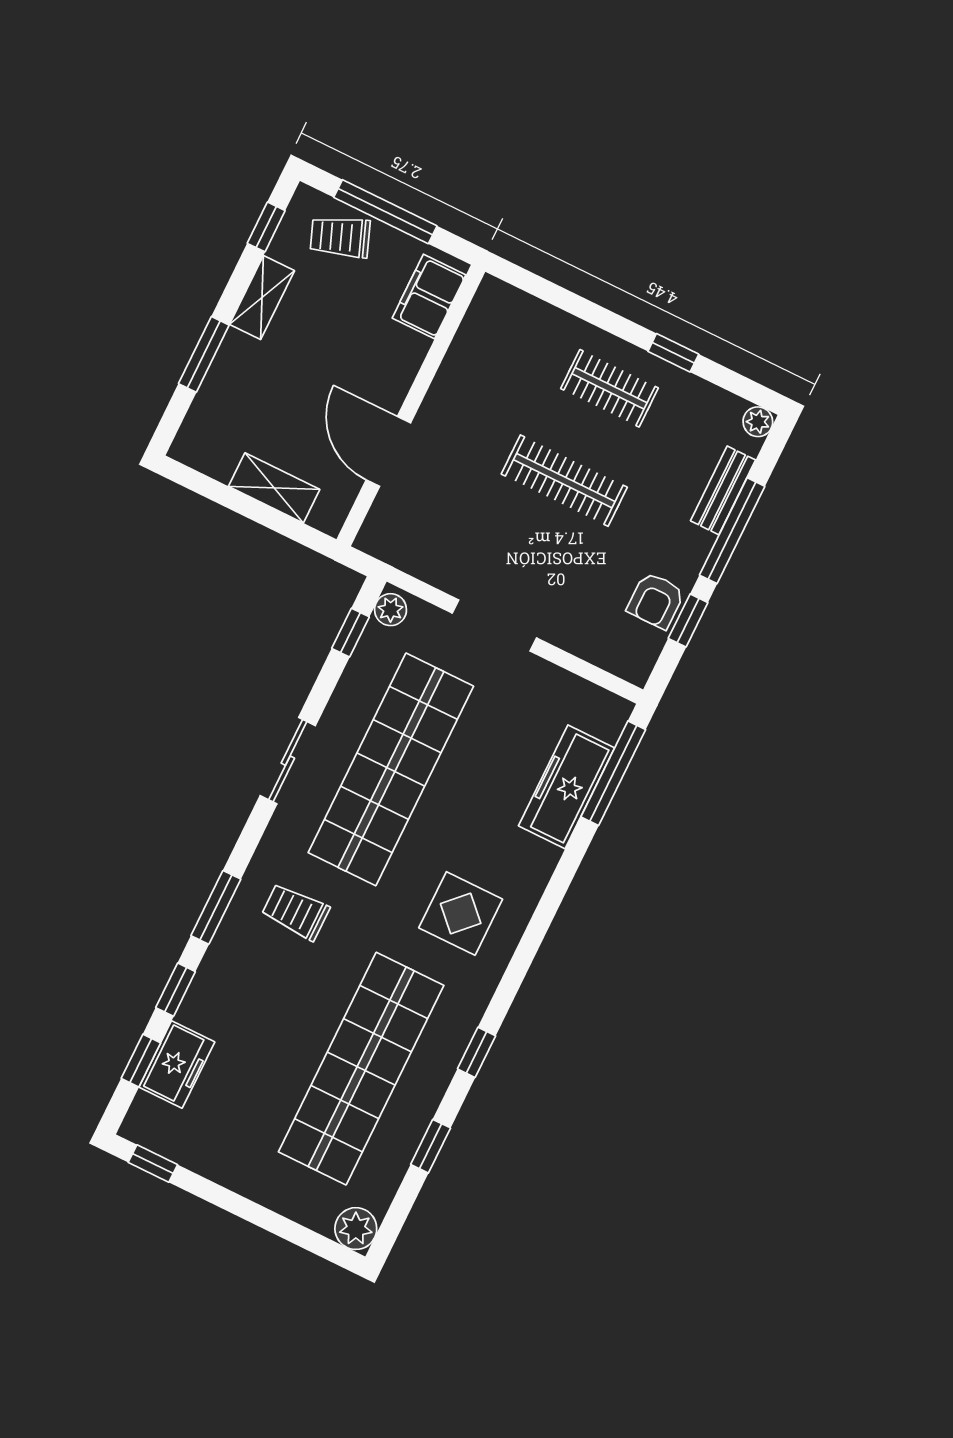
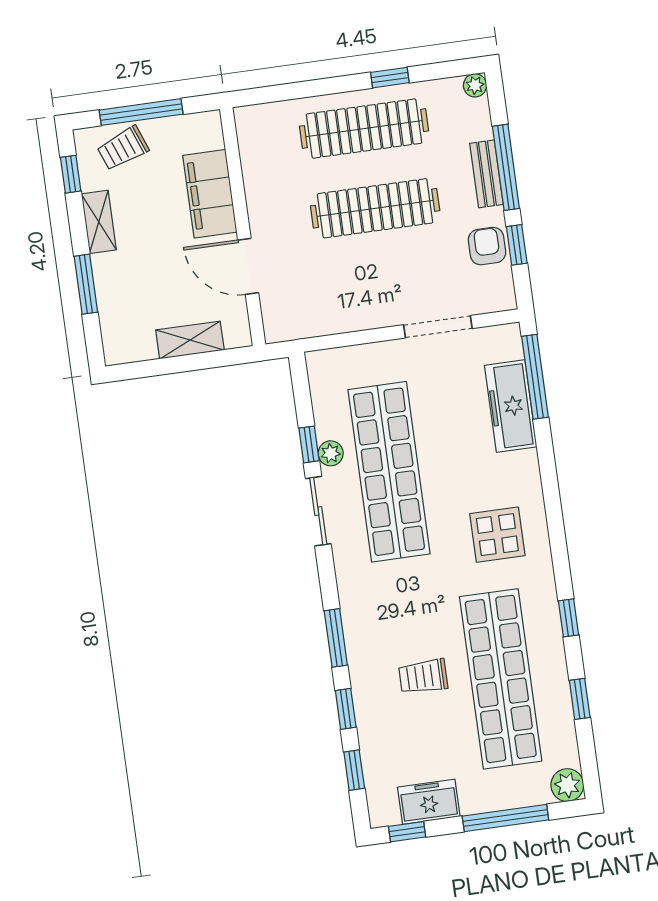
filing cabinet: (429, 297) -> (210, 194), moved, width x1.50, depth x1.17
clothes rail: (610, 388) -> (364, 129), width x1.86, depth x1.31
clothes rail: (564, 481) -> (375, 208), width x1.37, depth x1.31
bench: (723, 490) -> (486, 174), moved
armchair: (656, 601) -> (487, 246), turned 180
plant: (391, 610) -> (331, 453), moved
doorway: (494, 626) -> (438, 327), moved
window: (350, 633) -> (309, 444), moved
trolley: (296, 912) -> (423, 676), moved
freezer: (177, 1064) -> (429, 802), moved, turned -90
window: (267, 1219) -> (505, 818), added

